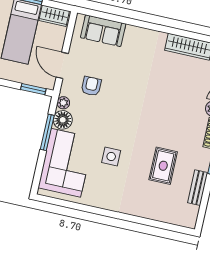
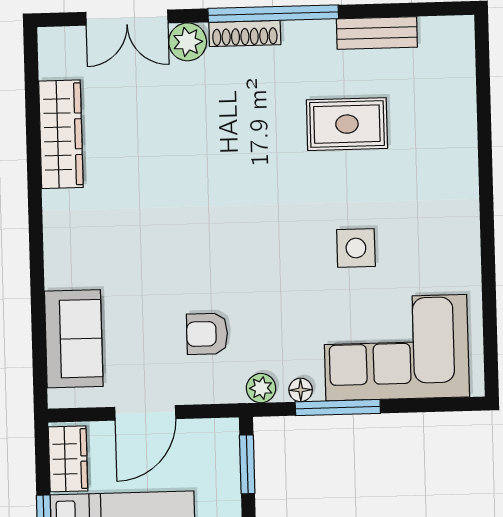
door: (62, 65) -> (145, 413), moved
floor lamp: (63, 120) -> (301, 390), width x0.53, depth x0.53

